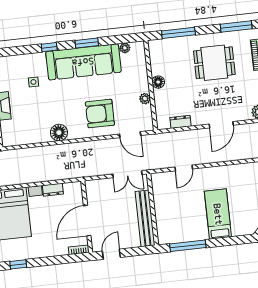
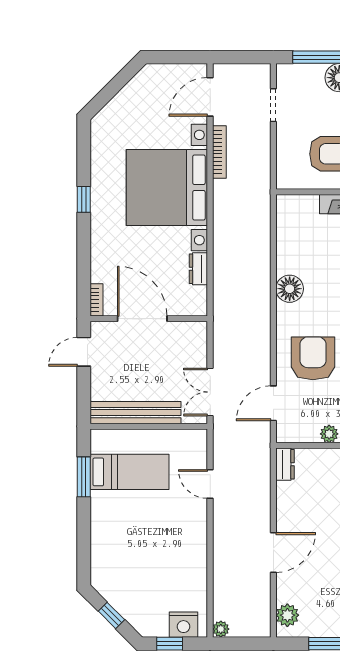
dresser: (180, 122) -> (285, 464), moved
door: (221, 125) -> (273, 552), swing flipped
bed: (218, 214) -> (129, 472), moved
window: (188, 246) -> (84, 477), width x0.69
door: (111, 254) -> (84, 352), swing flipped

